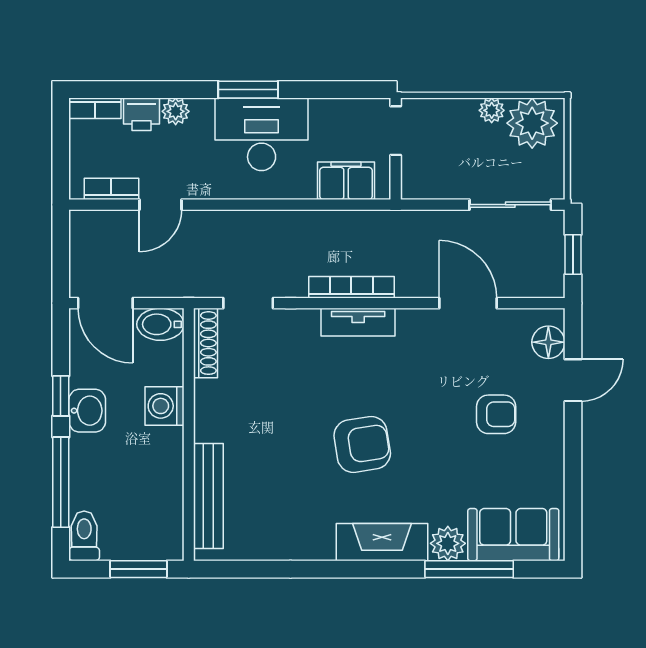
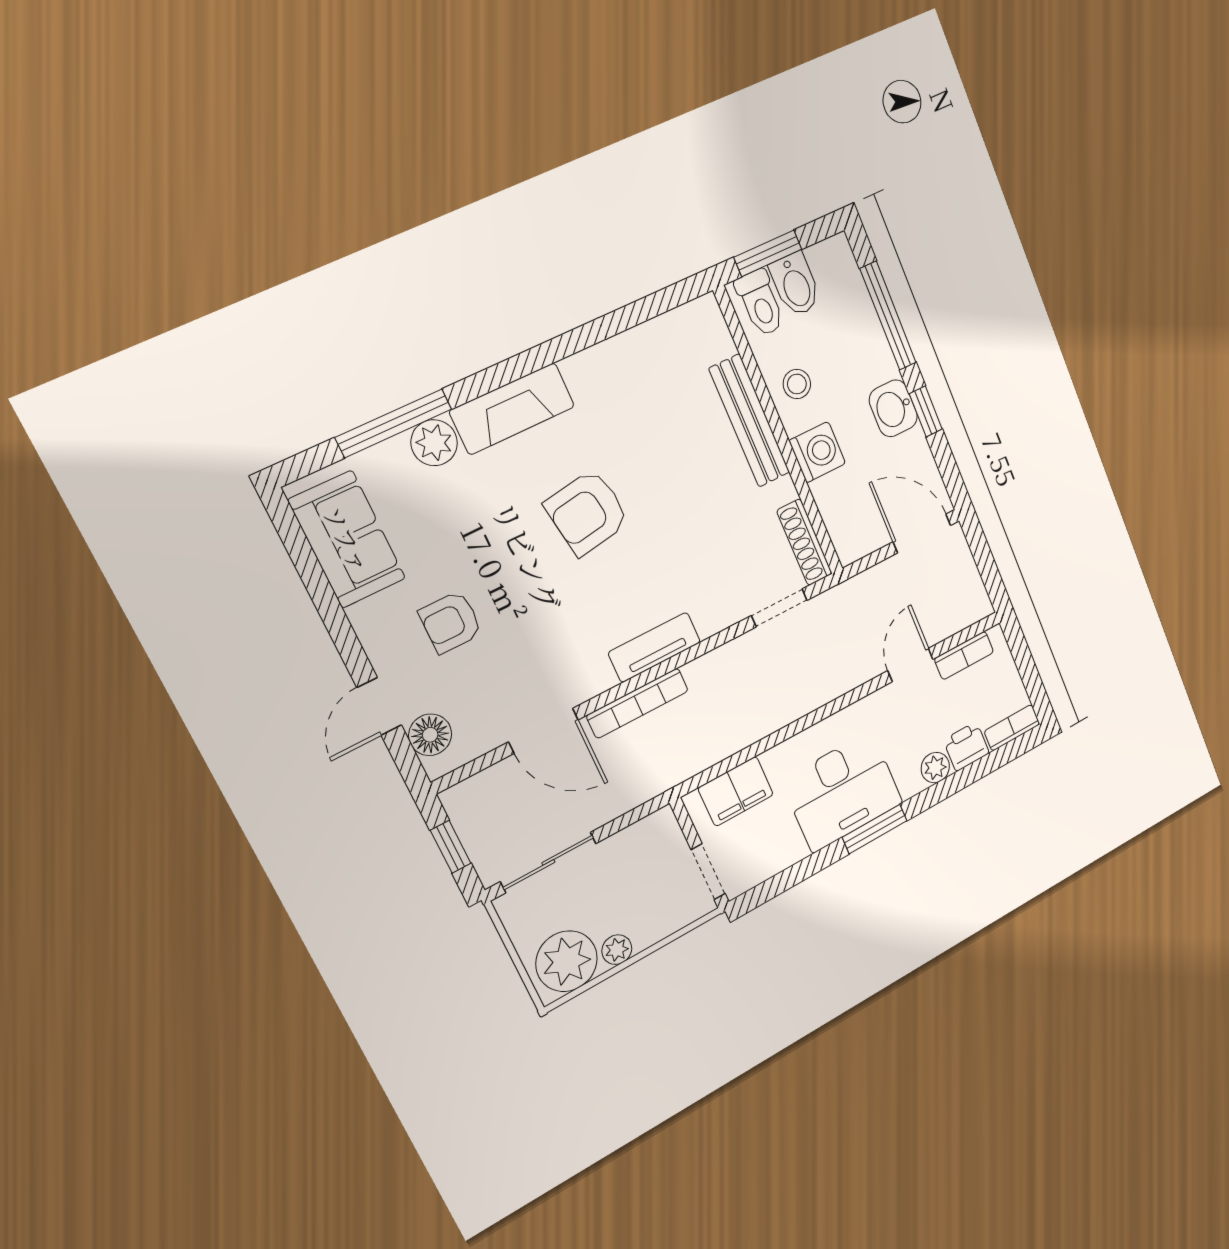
bookcase: (351, 287) -> (637, 703), moved
bidet: (160, 324) -> (795, 284), moved, turned 90
stool: (158, 464) -> (797, 384), added
bench: (208, 496) -> (749, 421), moved
sofa: (513, 535) -> (347, 539), moved, turned -90
toilet: (84, 536) -> (760, 303), moved

